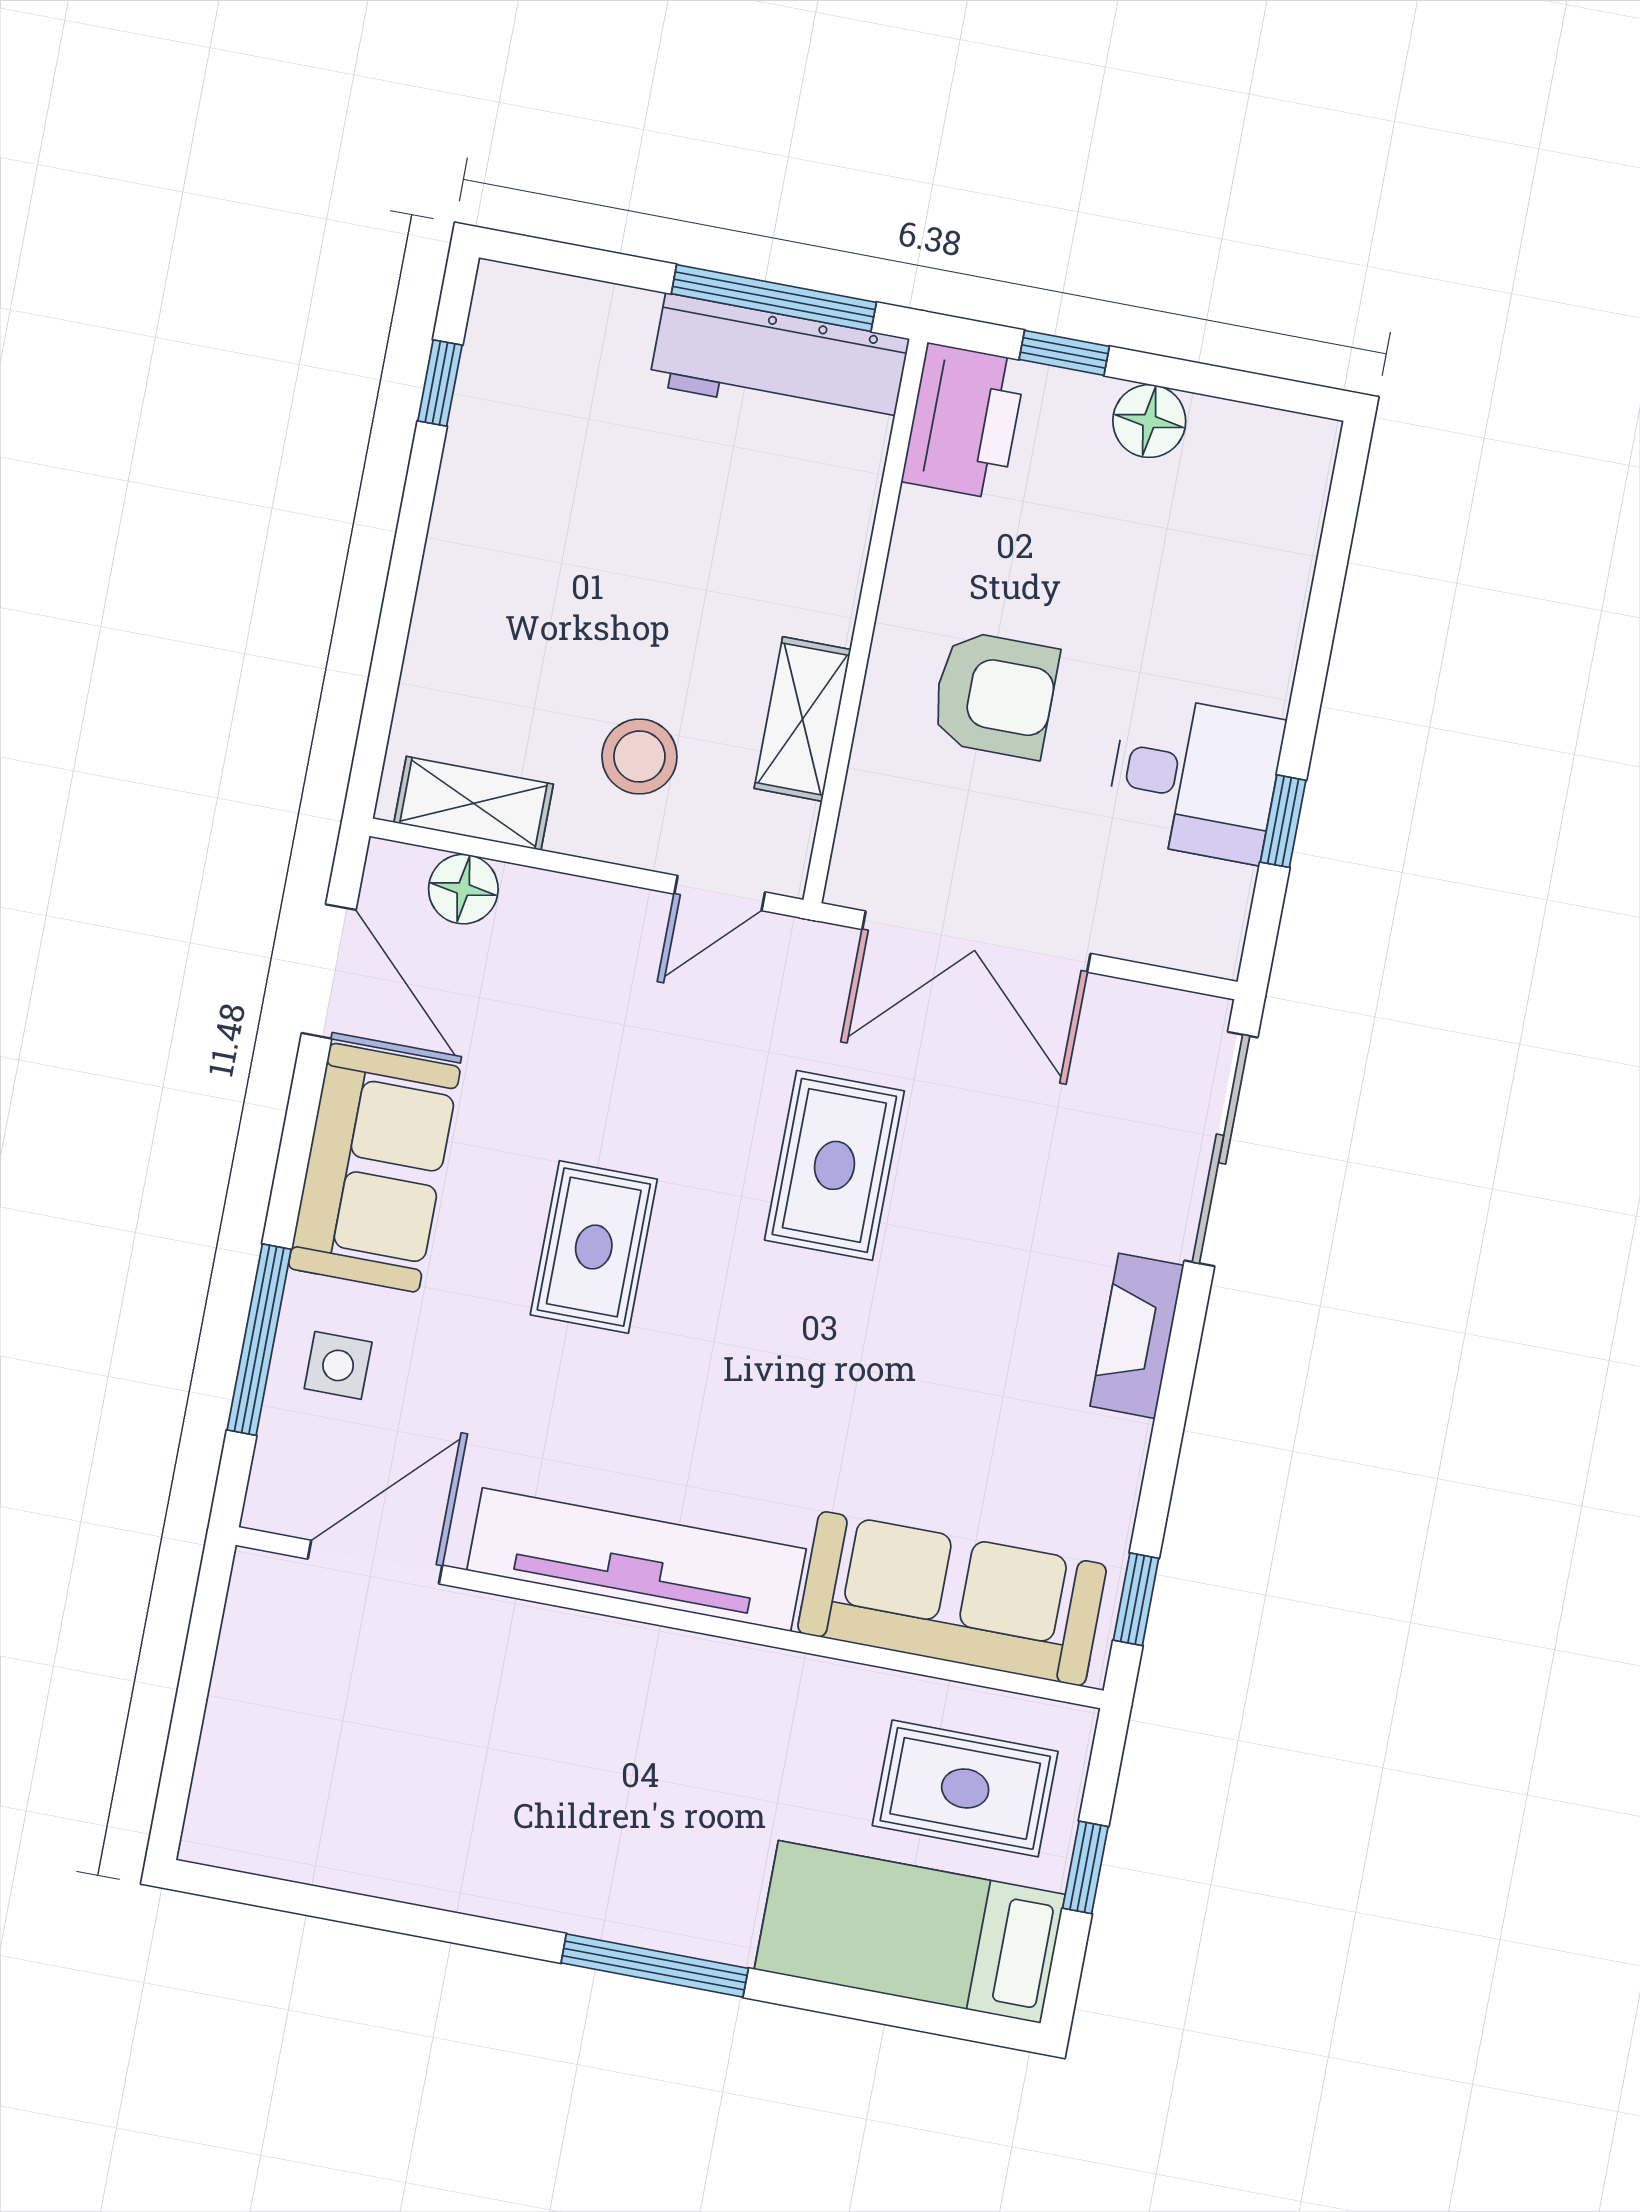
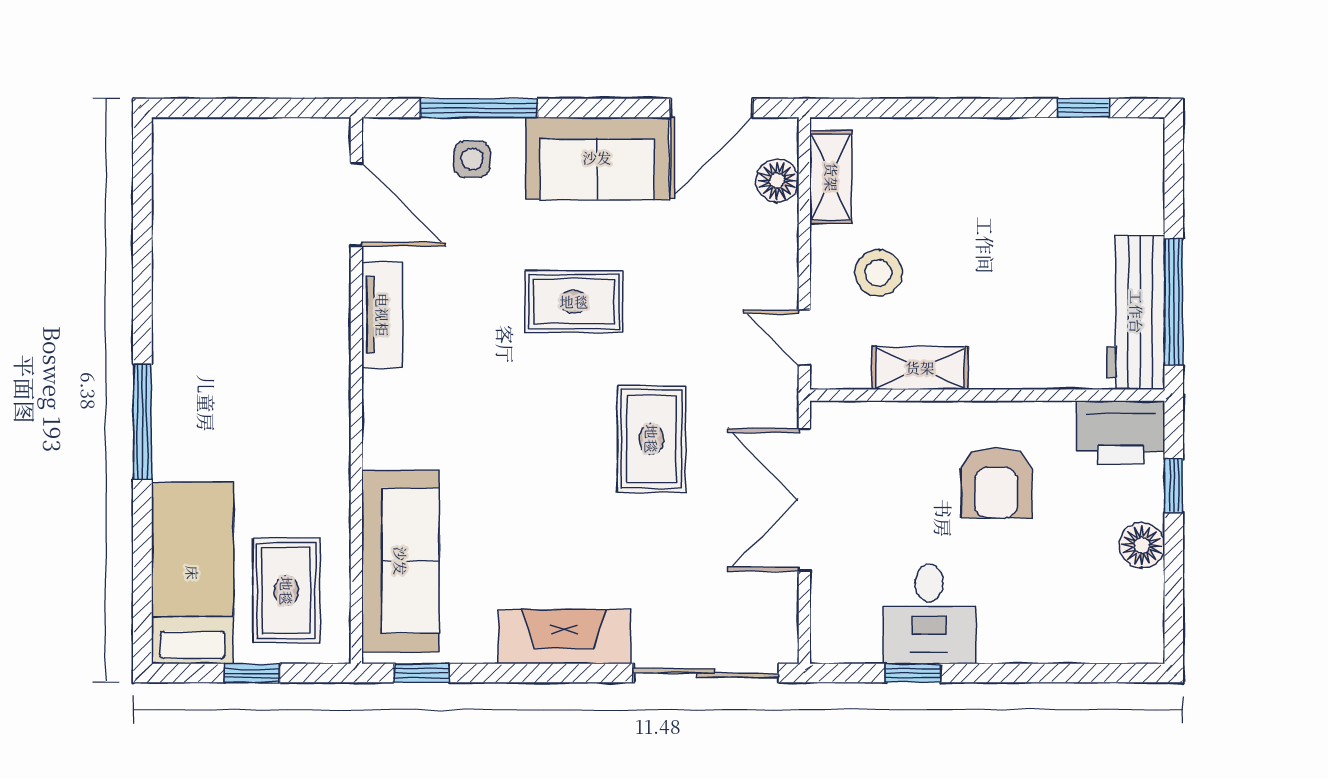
armchair: (995, 695) -> (996, 483), moved
rug: (834, 1165) -> (651, 439), turned 90
fireplace: (1137, 1336) -> (564, 637), width x1.37, depth x1.32
tv unit: (637, 1560) -> (382, 315), width x0.52, depth x0.78

